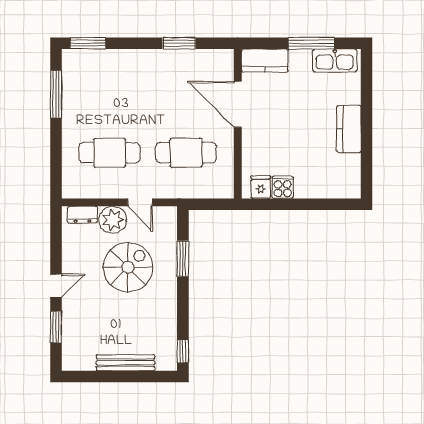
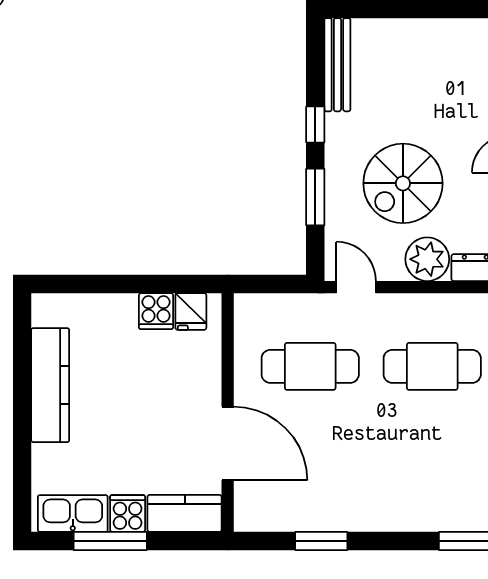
cooker: (300, 60) -> (128, 513), added
kitchen counter: (349, 129) -> (50, 385), width x1.50
door: (140, 202) -> (356, 287), moved
window: (183, 351) -> (315, 125), moved
bench: (125, 363) -> (337, 65), moved, turned 90

